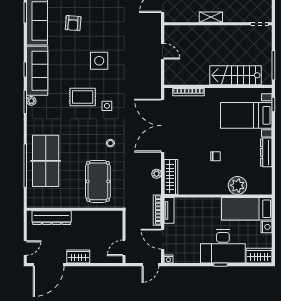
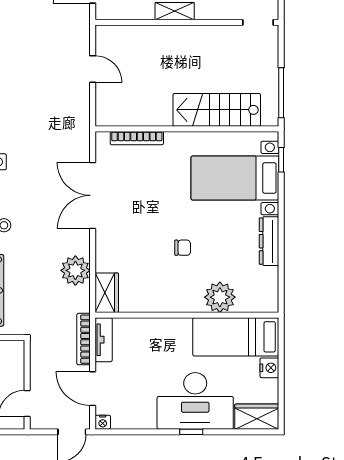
double door: (163, 126) -> (93, 195), width x0.73
plant: (157, 174) -> (75, 270), width x1.88, depth x1.88
wardrobe: (171, 177) -> (107, 293), width x0.67

